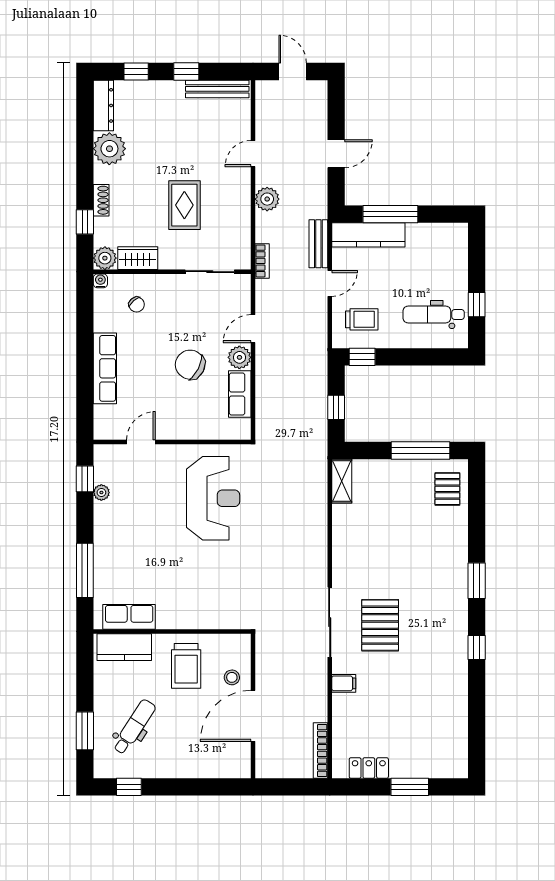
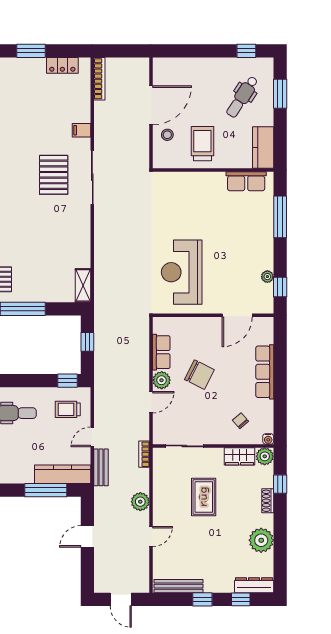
dresser: (103, 105) -> (254, 585), moved, turned 90
door: (141, 442) -> (237, 315), width x1.38
kitchen counter: (124, 647) -> (263, 148), moved, turned -90

